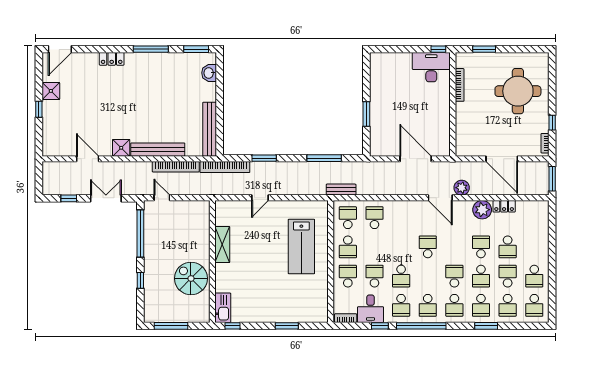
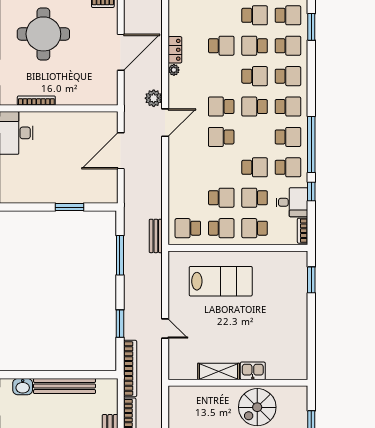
bench: (210, 129) -> (65, 386), moved
plant: (482, 210) -> (174, 70), width x0.53, depth x0.53
school desk: (374, 218) -> (221, 198), moved, turned 180
school desk: (481, 247) -> (221, 107), moved
kitchen sink: (223, 308) -> (253, 371), moved, width x0.73
window: (232, 326) -> (311, 360), removed
window: (287, 326) -> (311, 280), moved
window: (486, 326) -> (311, 27), moved

